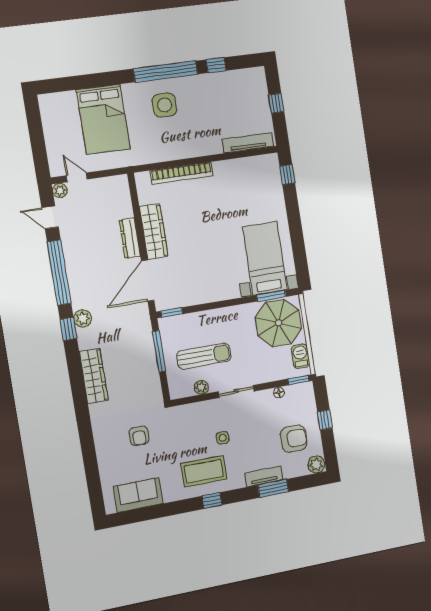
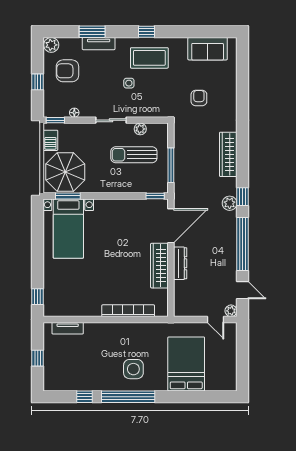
tv unit: (248, 143) -> (68, 328), width x0.71

